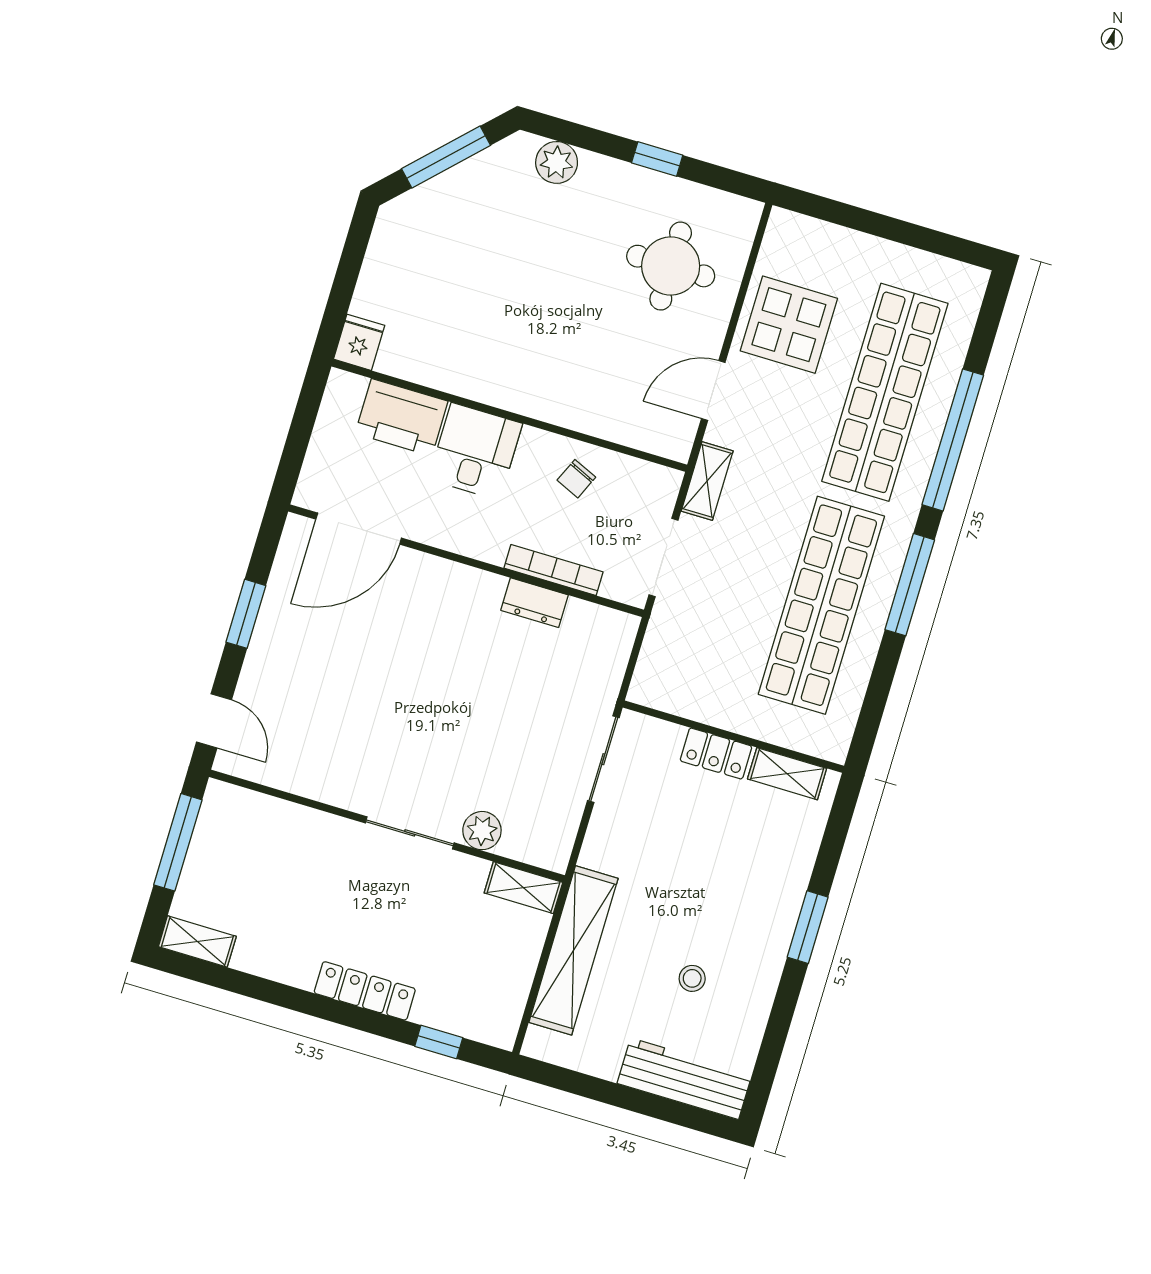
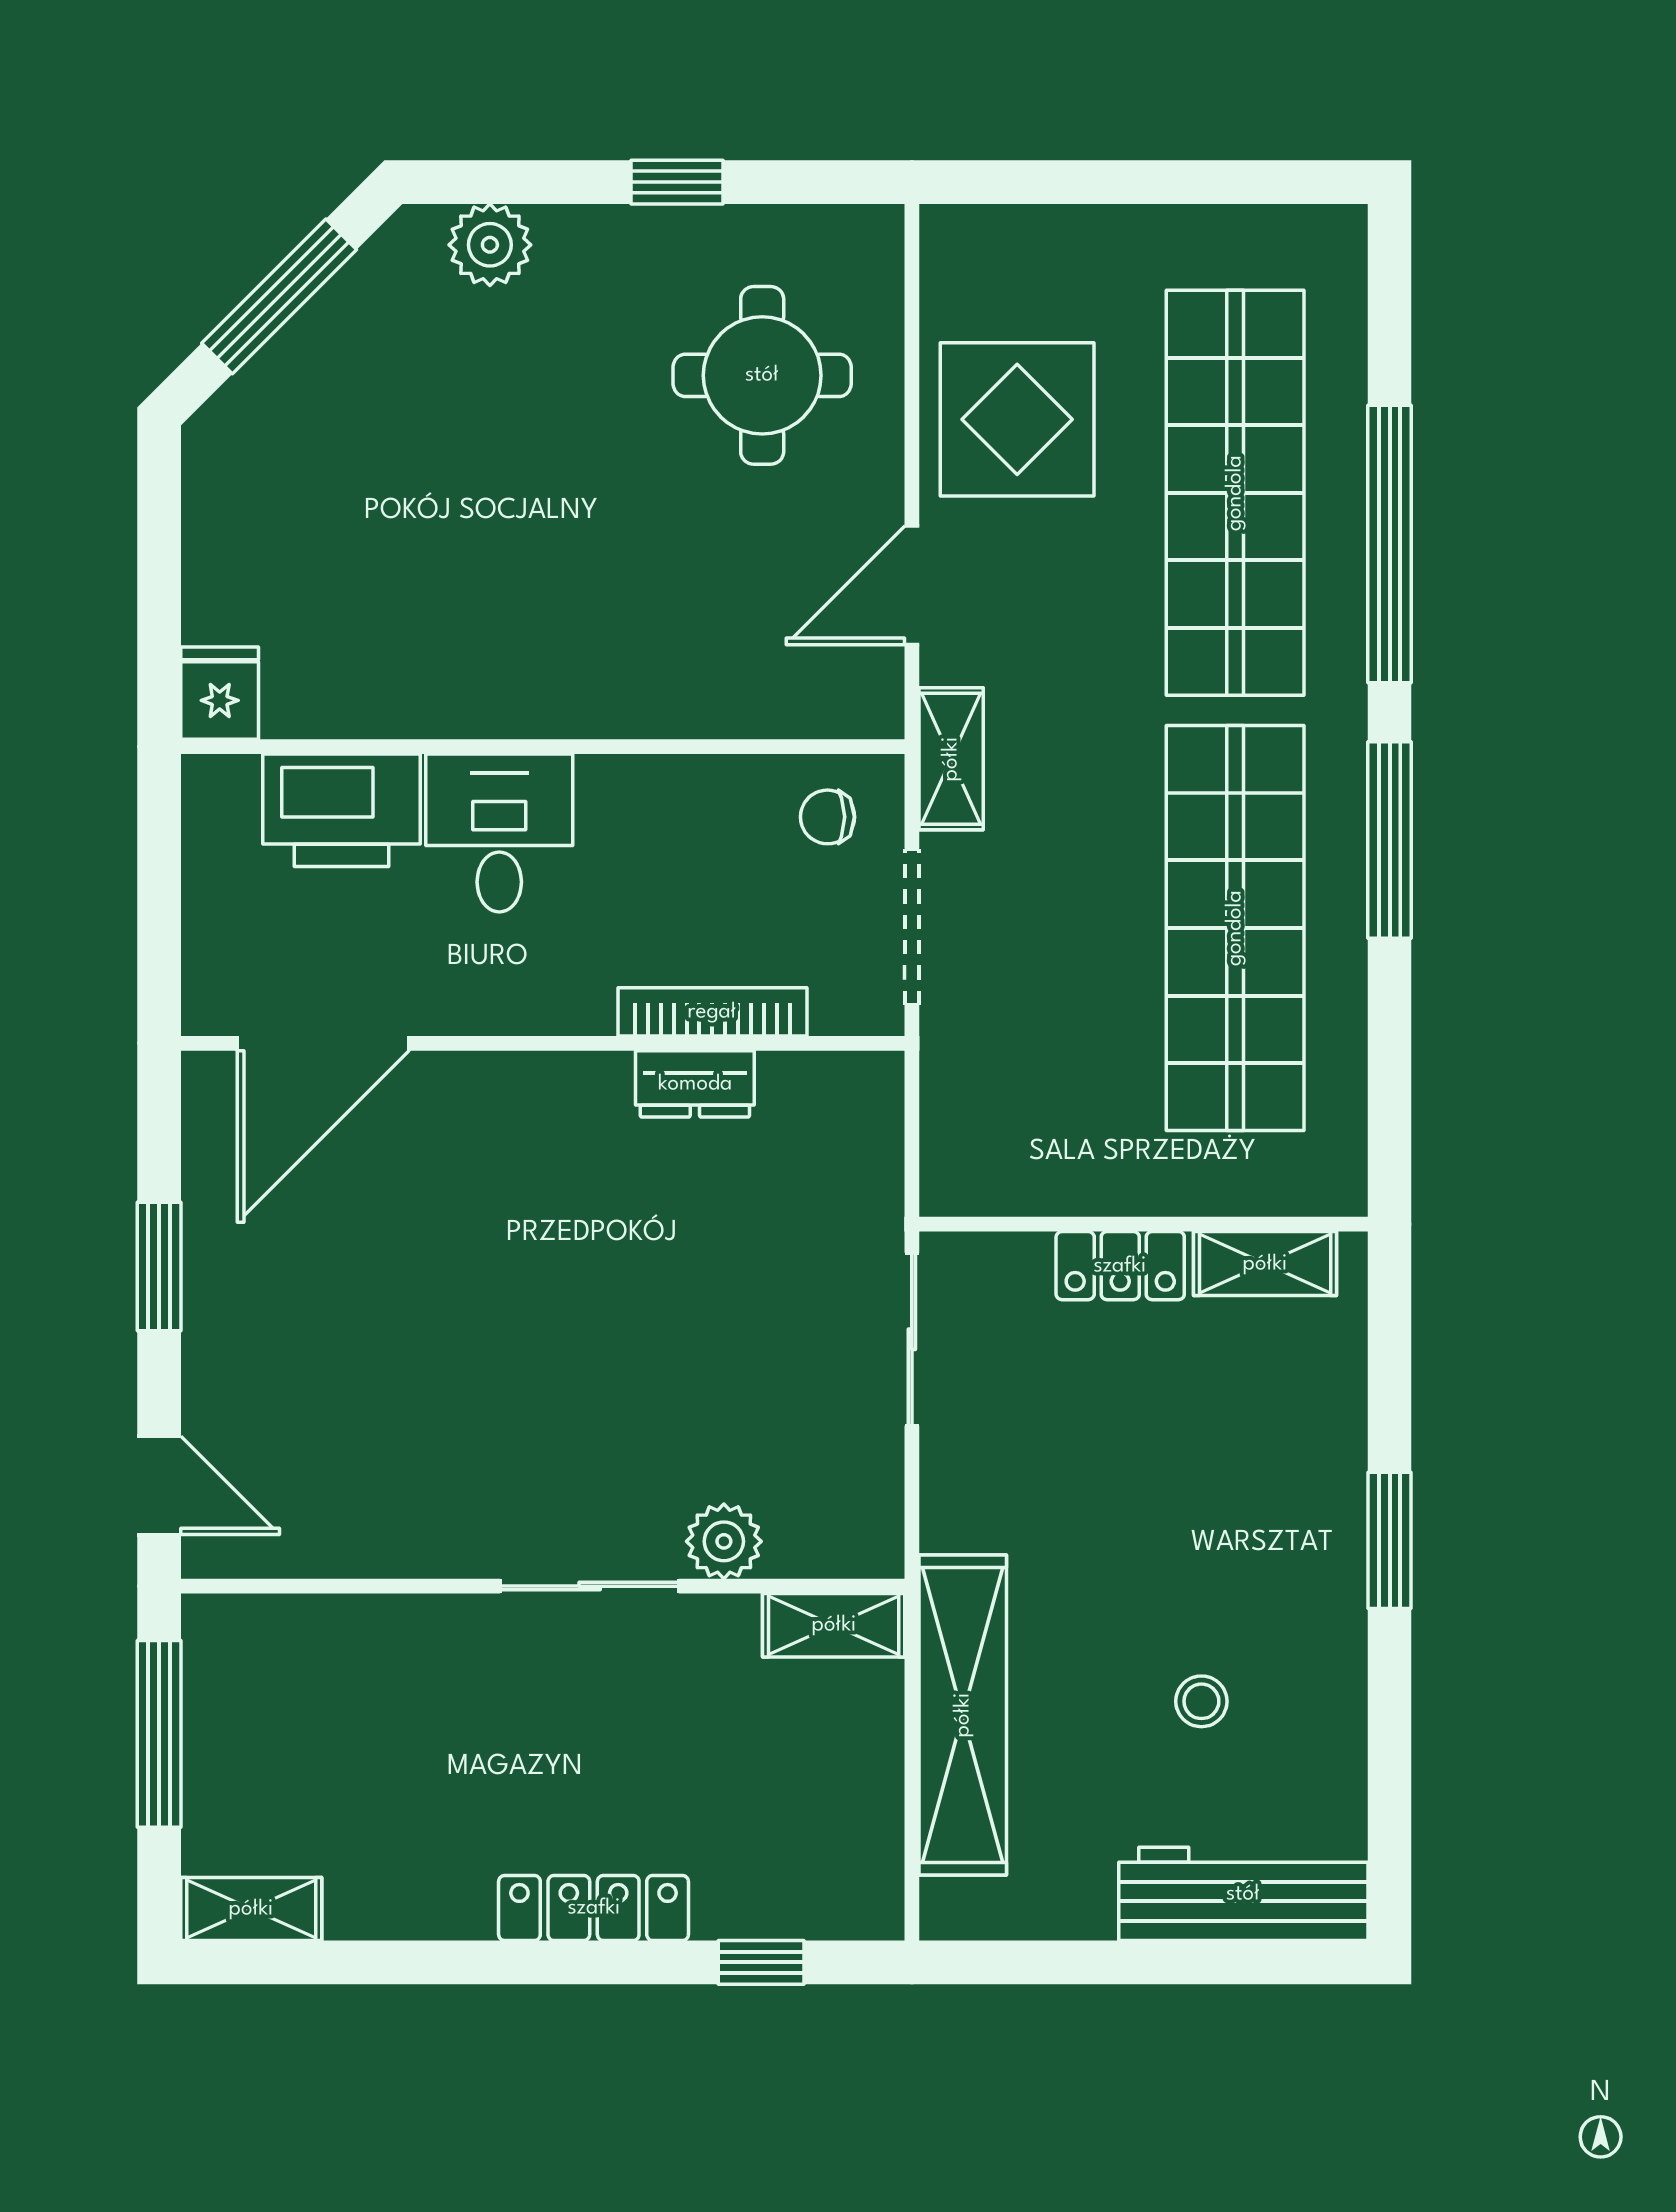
chair: (576, 479) -> (828, 817), moved, turned 66

